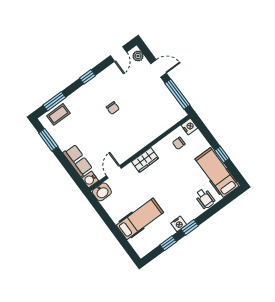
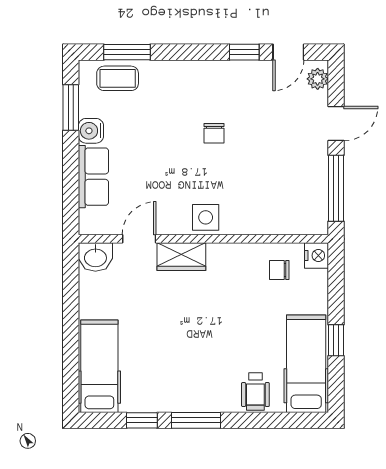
door: (158, 68) -> (336, 123), hinge flipped
window: (88, 77) -> (244, 52), moved
side table: (134, 144) -> (206, 217), added
wardrobe: (145, 160) -> (181, 257), moved
water cooler: (90, 180) -> (91, 131), moved
hospital bed: (140, 219) -> (99, 366), moved, turned -90
nightstand: (179, 224) -> (182, 401), removed
window: (190, 227) -> (196, 420), width x1.50

